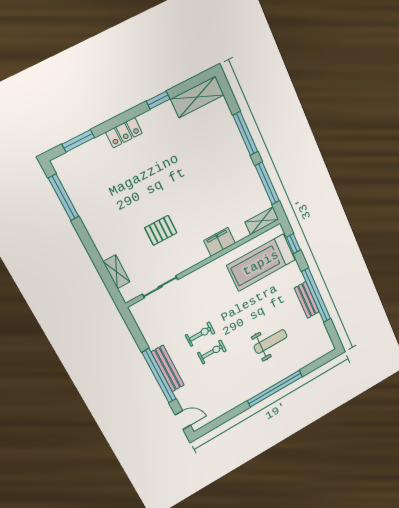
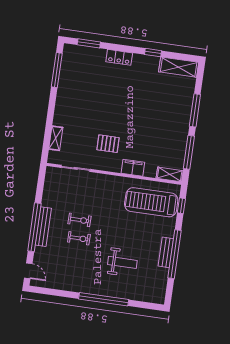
pallet: (161, 230) -> (108, 144), moved

